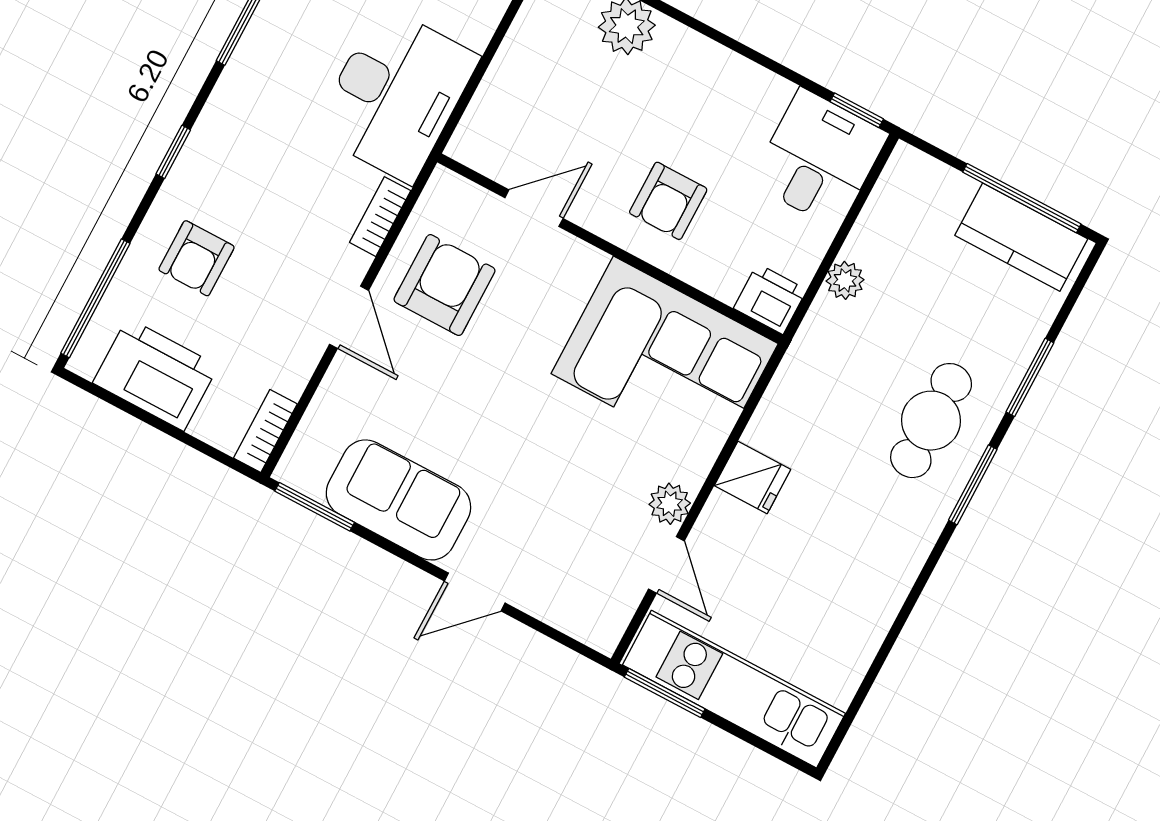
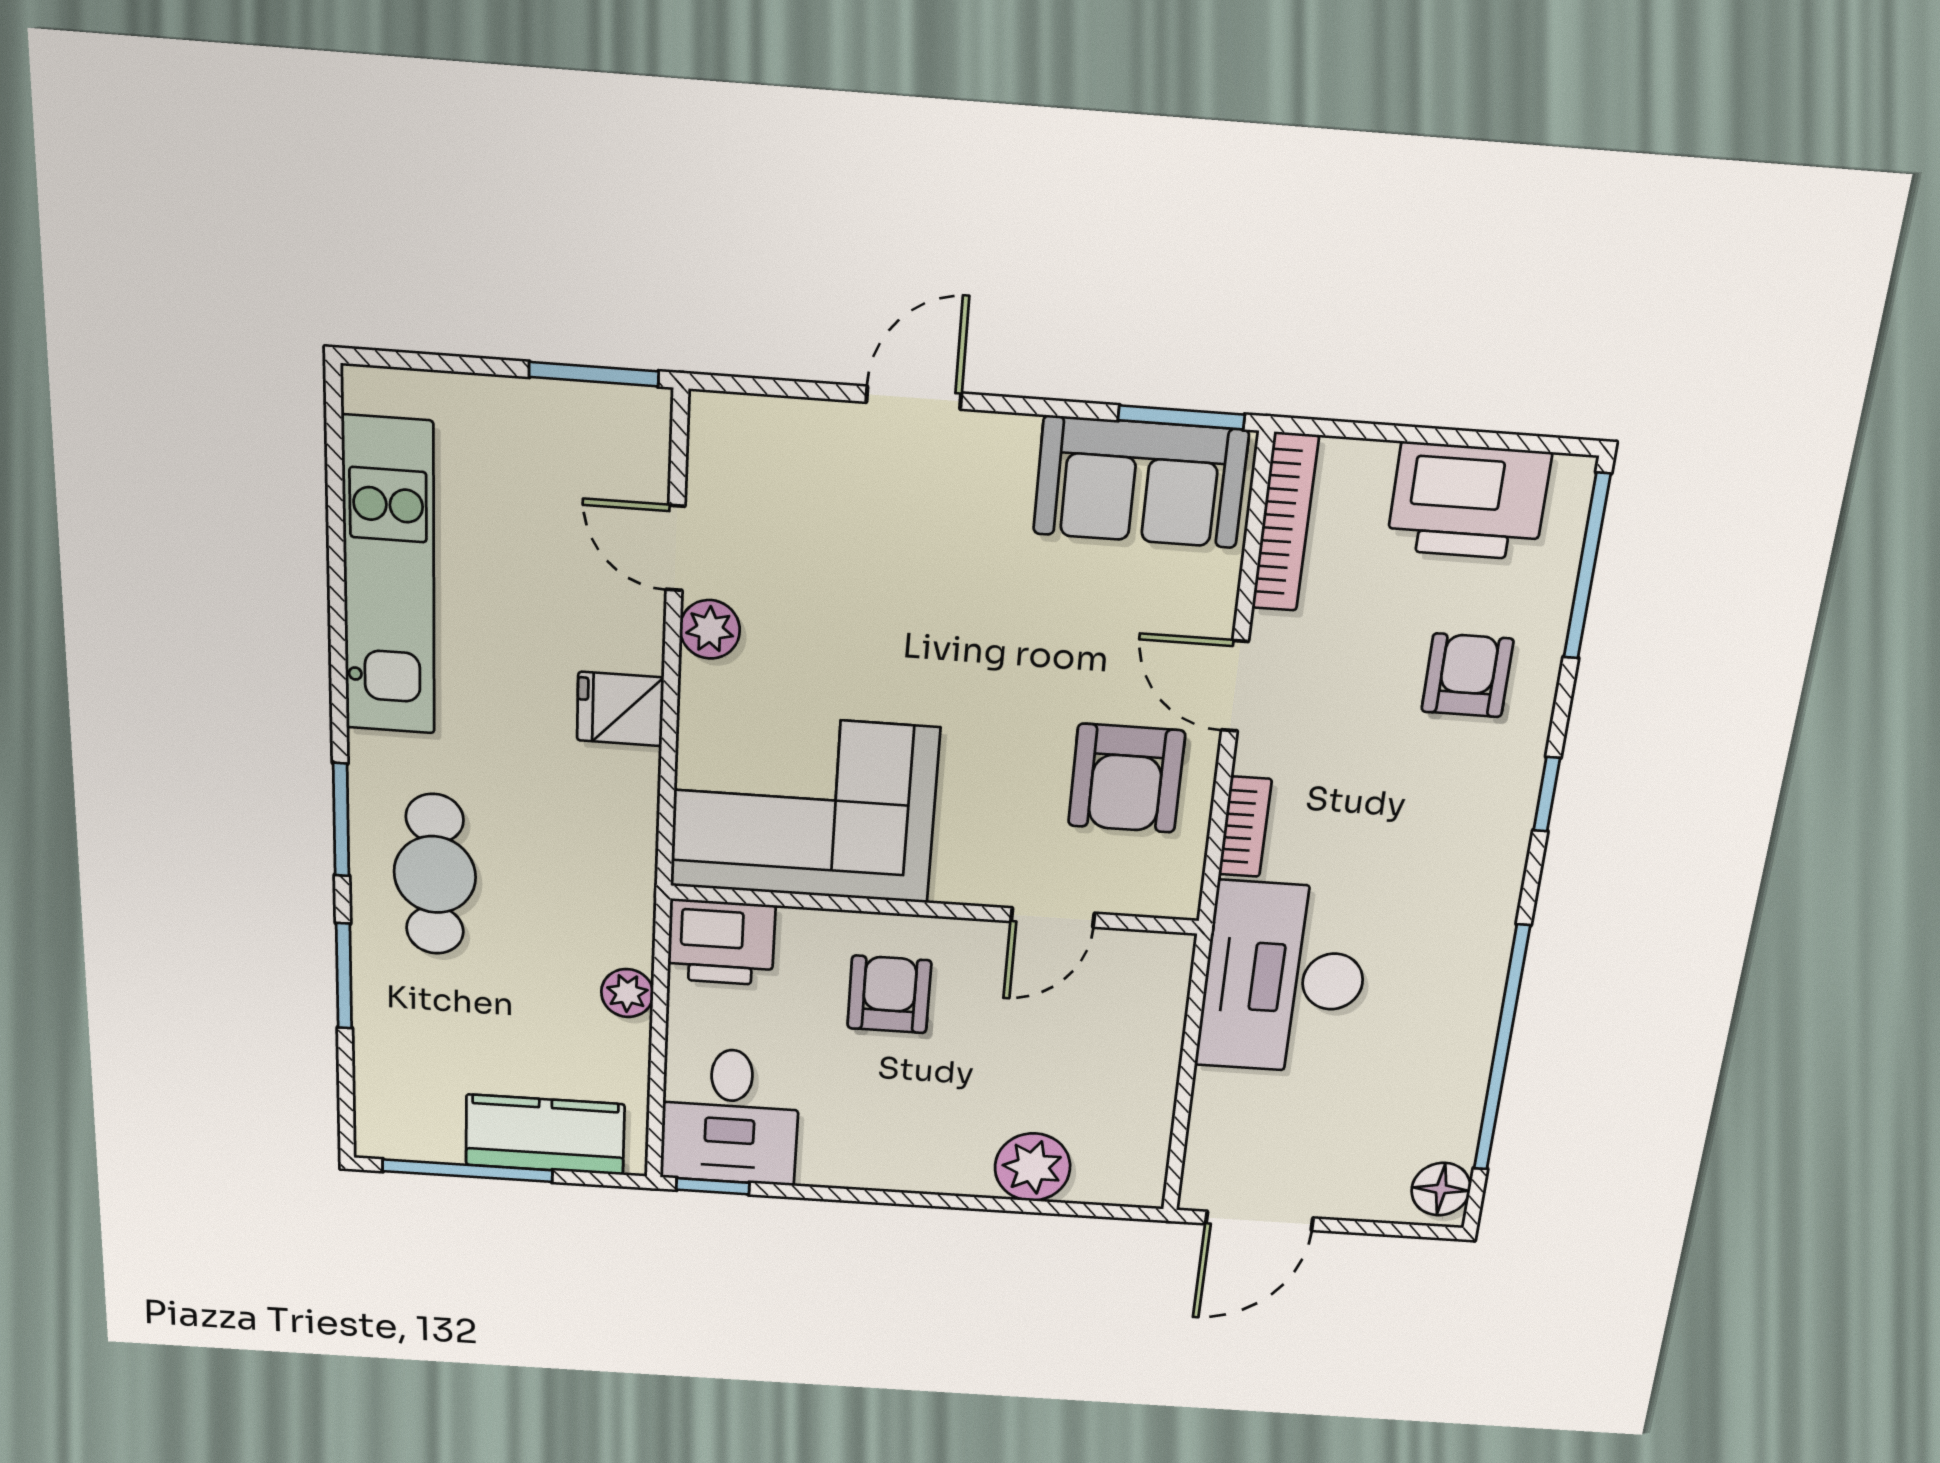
kitchen counter: (1021, 237) -> (545, 1135), moved
printer: (770, 299) -> (721, 942), width x1.36, depth x1.24
bookcase: (265, 431) -> (1285, 522), width x1.56
sofa: (398, 500) -> (1141, 482), moved
kitchen unit: (734, 689) -> (389, 577), moved, turned -90

